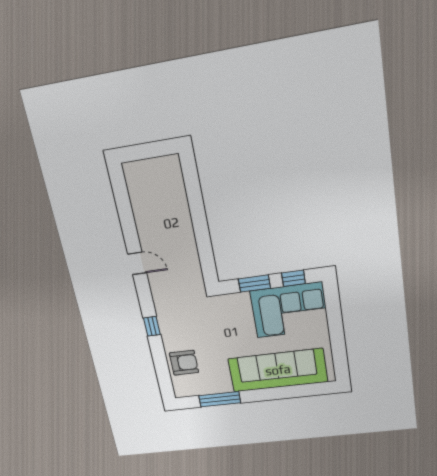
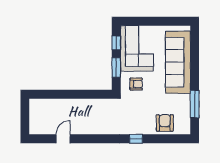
door: (137, 263) -> (63, 139), moved
armchair: (234, 316) -> (136, 84), added

